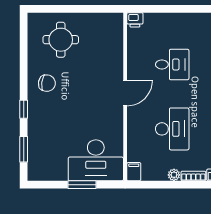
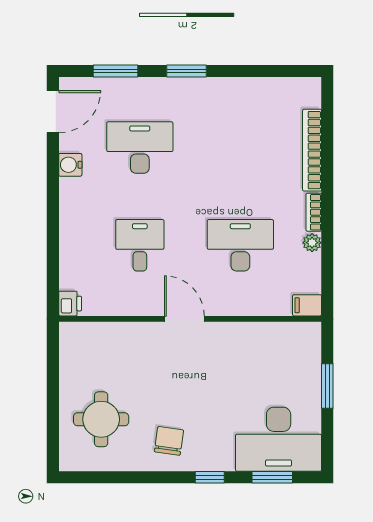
desk: (96, 160) -> (279, 439), moved, turned 90

